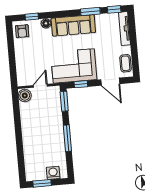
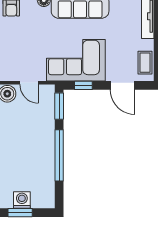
door: (40, 86) -> (29, 83), swing flipped
window: (67, 138) -> (59, 155), width x1.46
washing machine: (53, 173) -> (22, 200), moved

